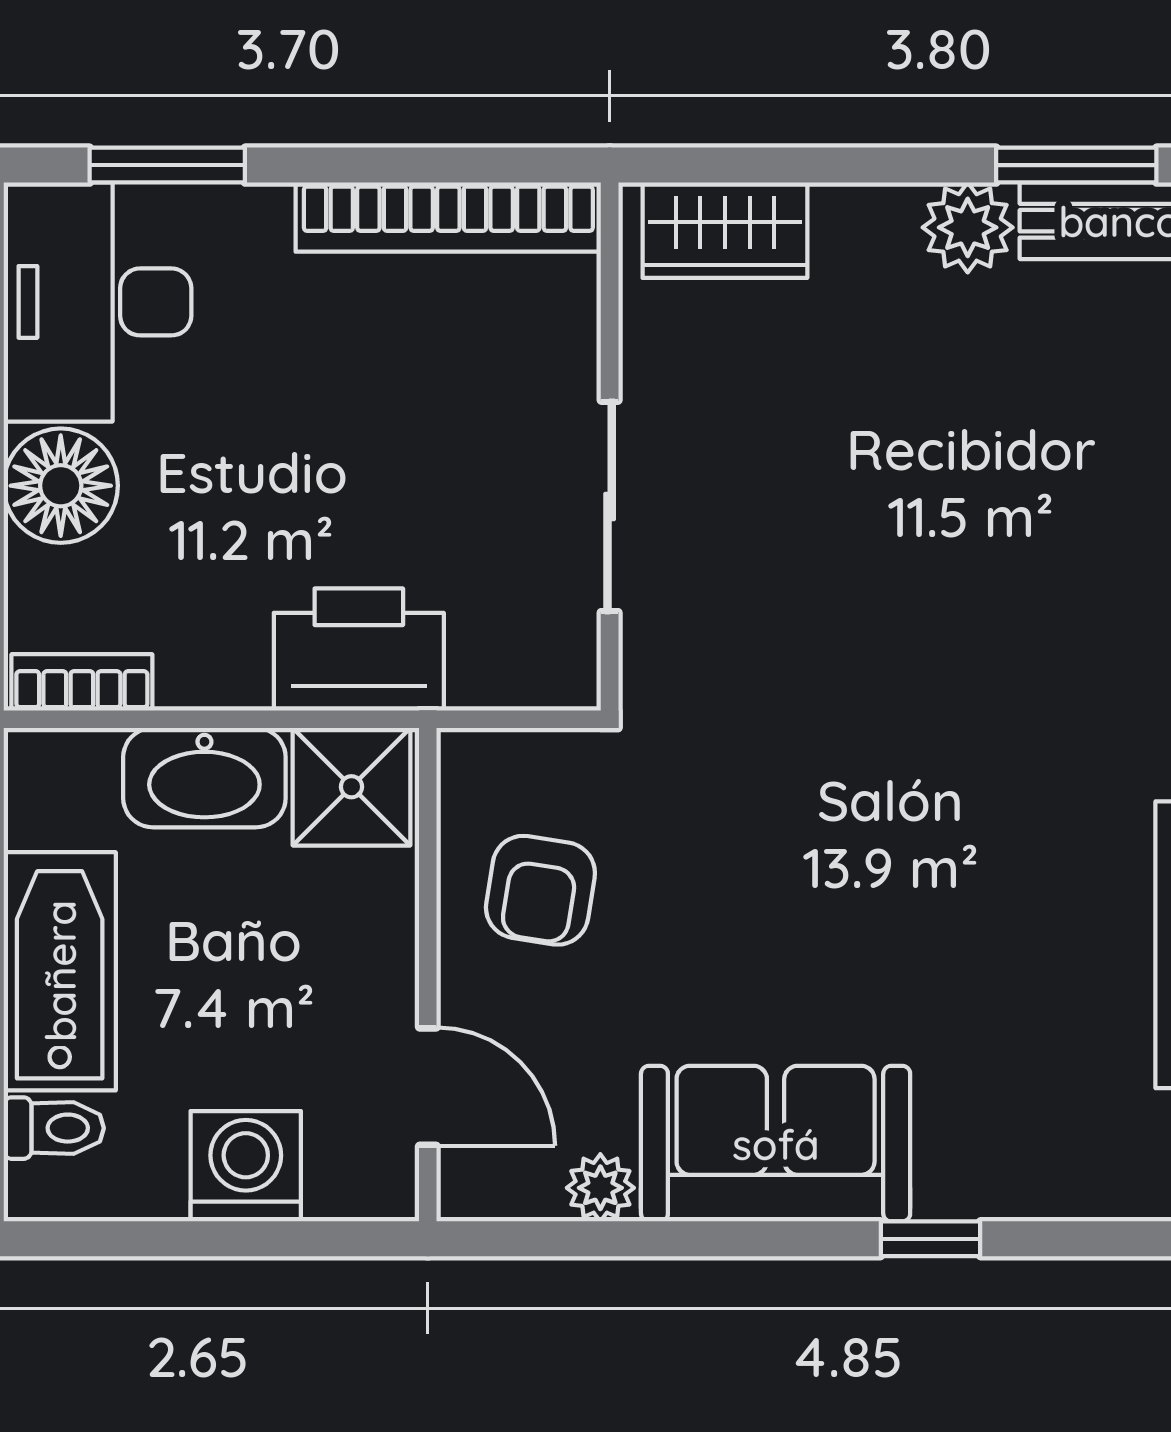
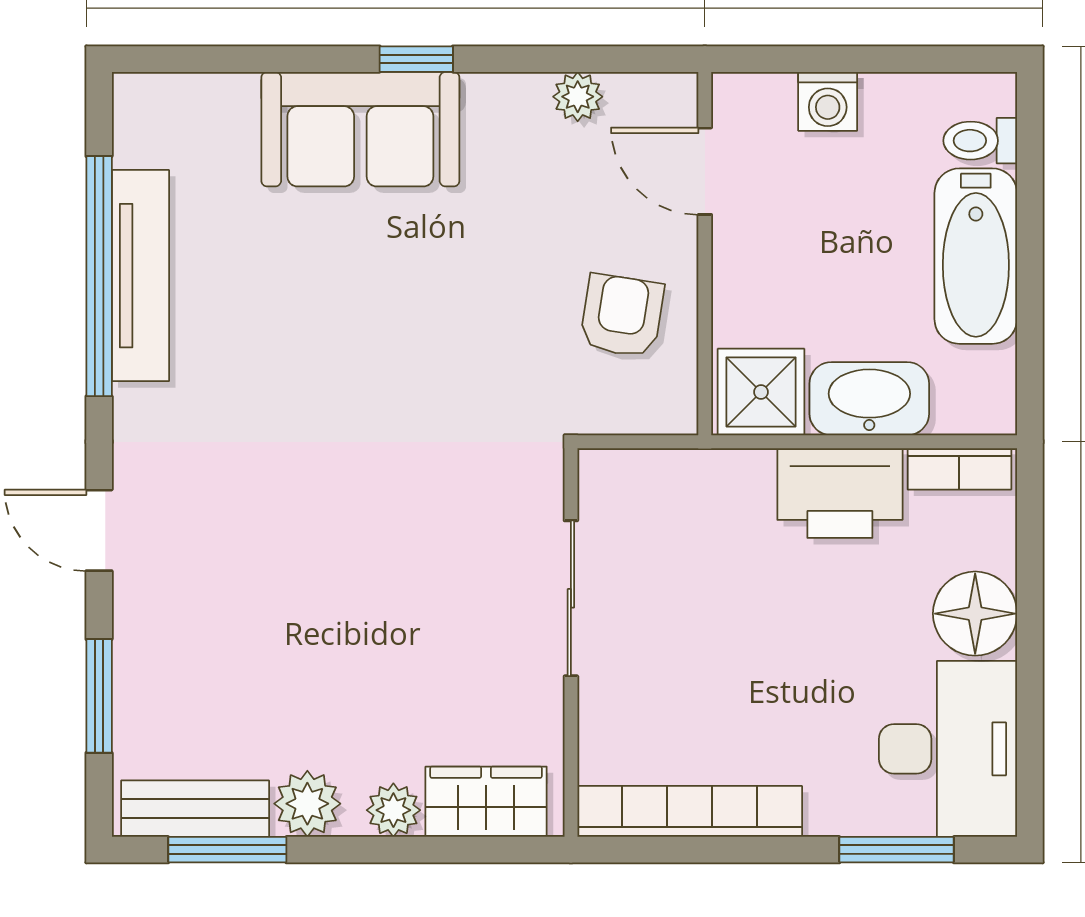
plant: (851, 219) -> (393, 810), added
printer: (359, 649) -> (840, 493), moved
sofa: (776, 1144) -> (360, 129), moved
washing machine: (246, 1166) -> (828, 101), width x0.73, depth x0.73
window: (930, 1239) -> (416, 59), moved

